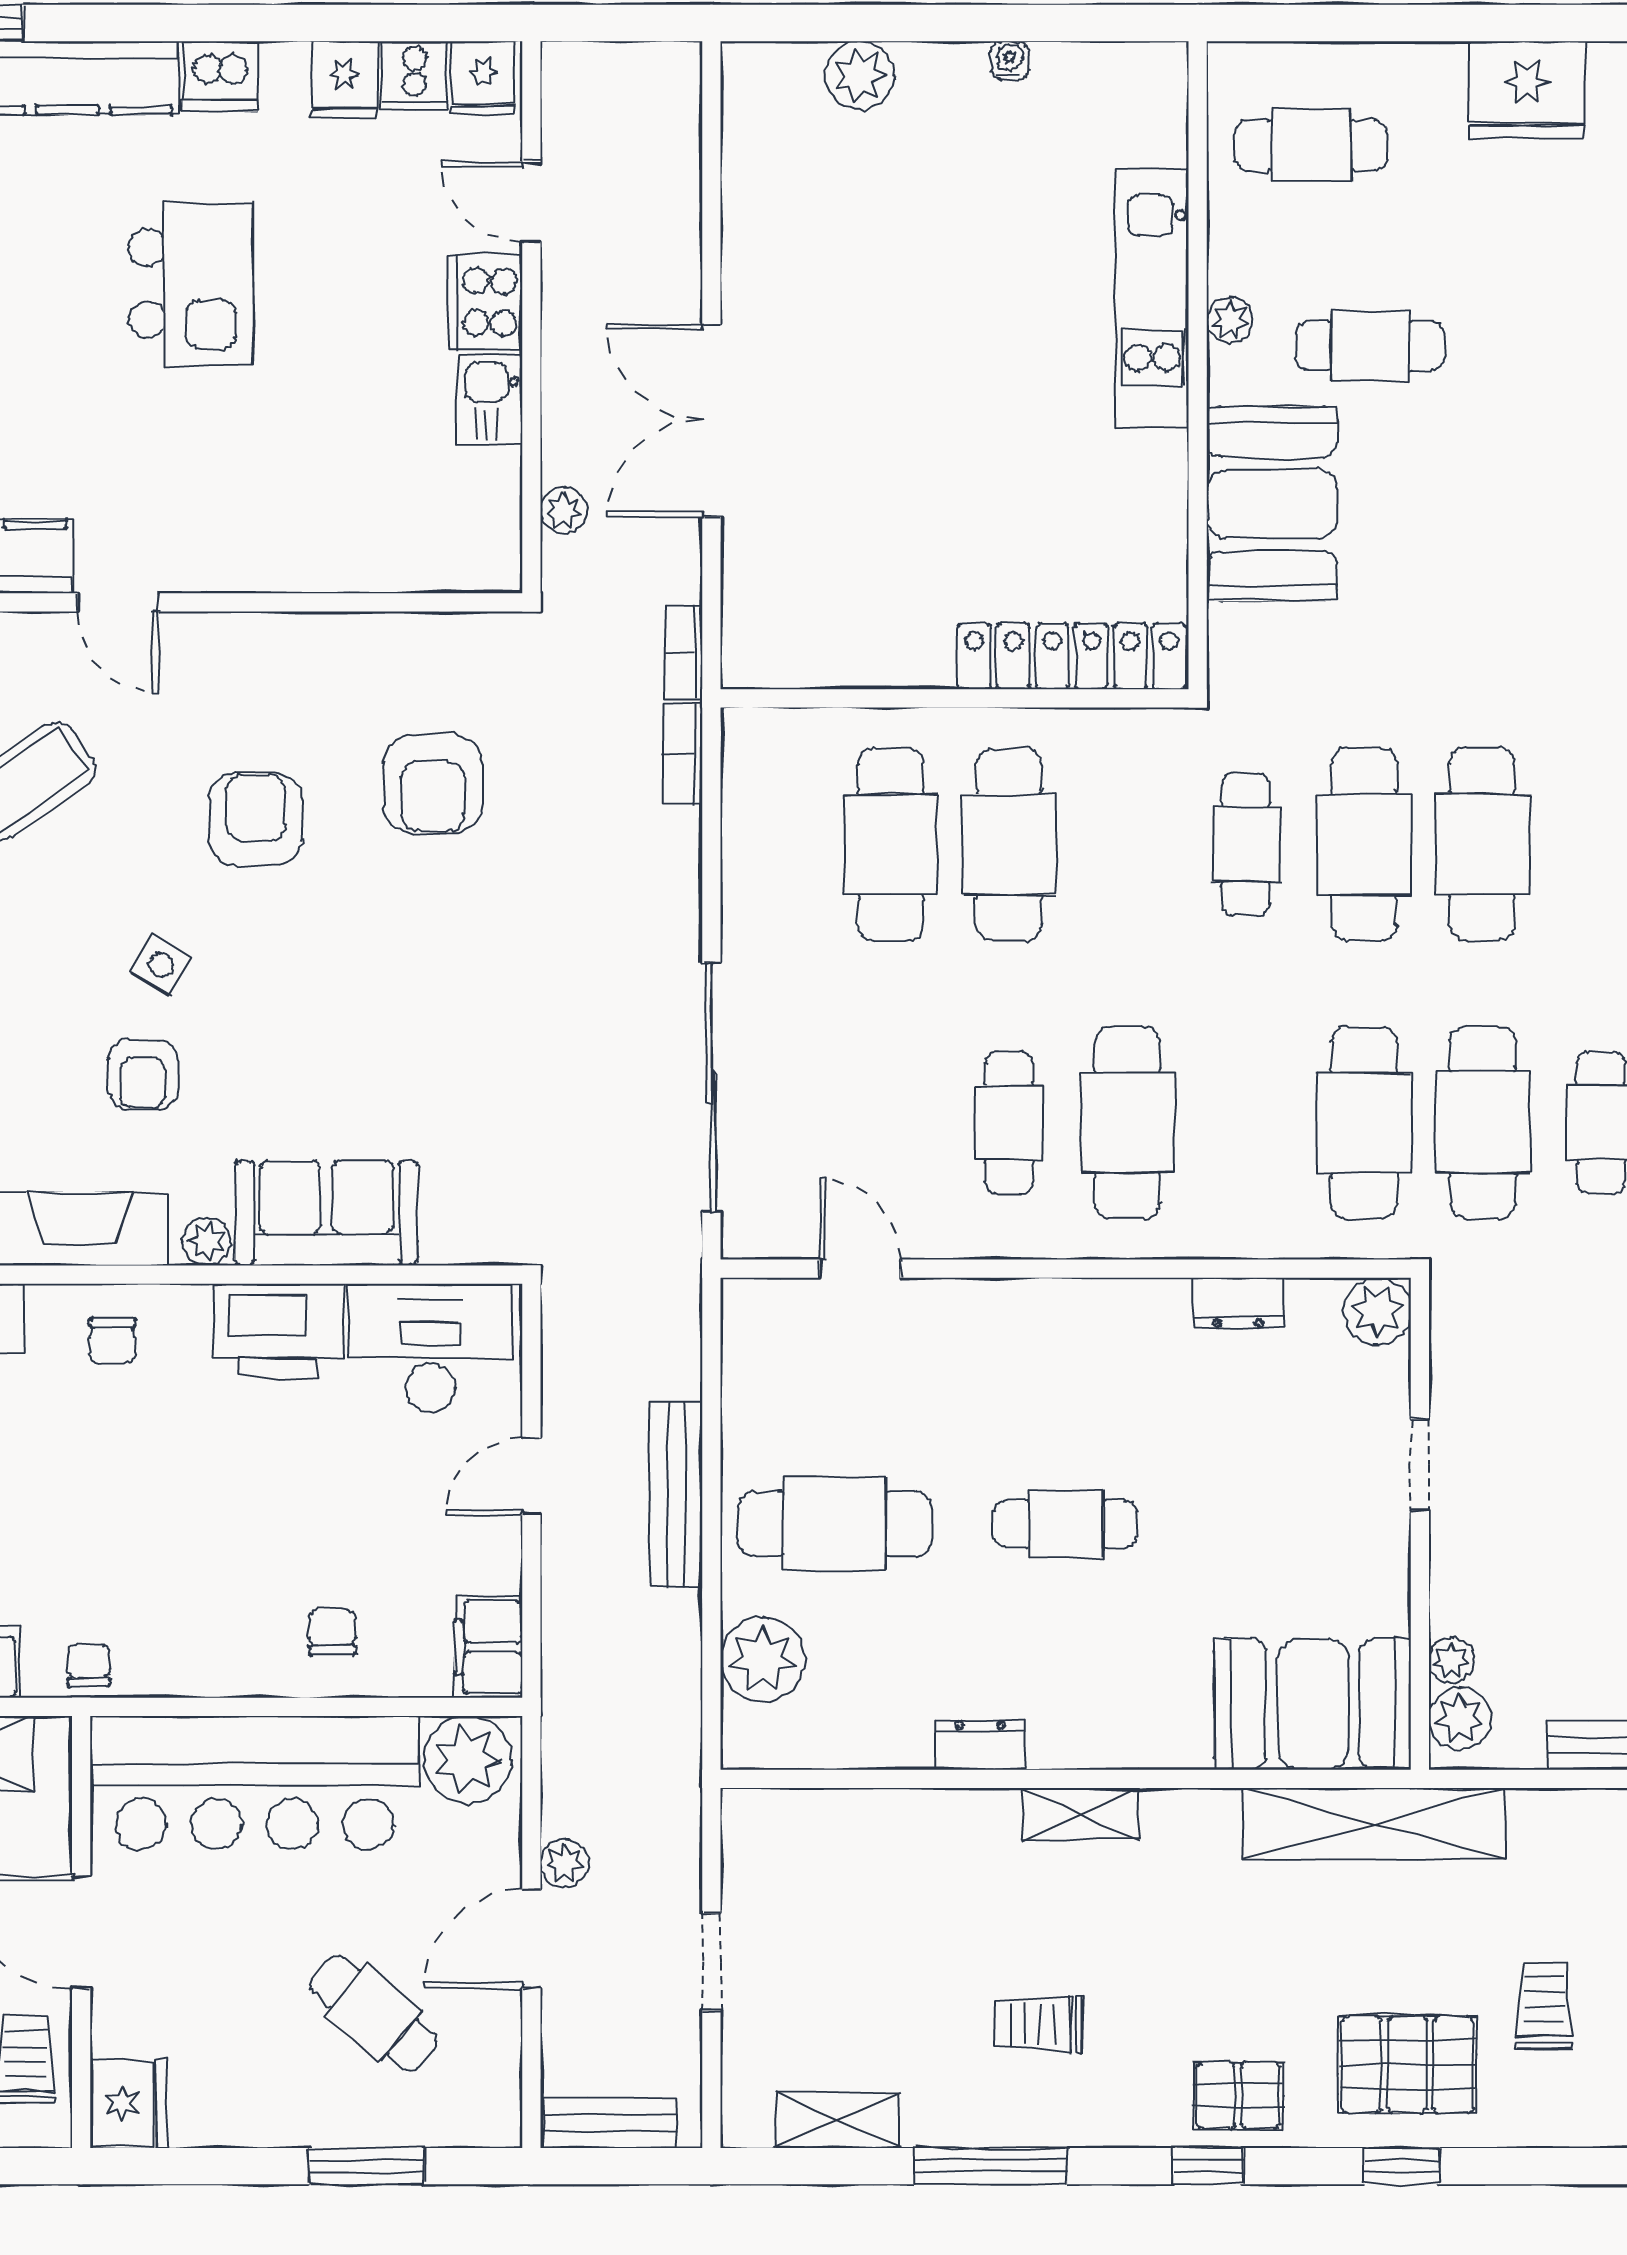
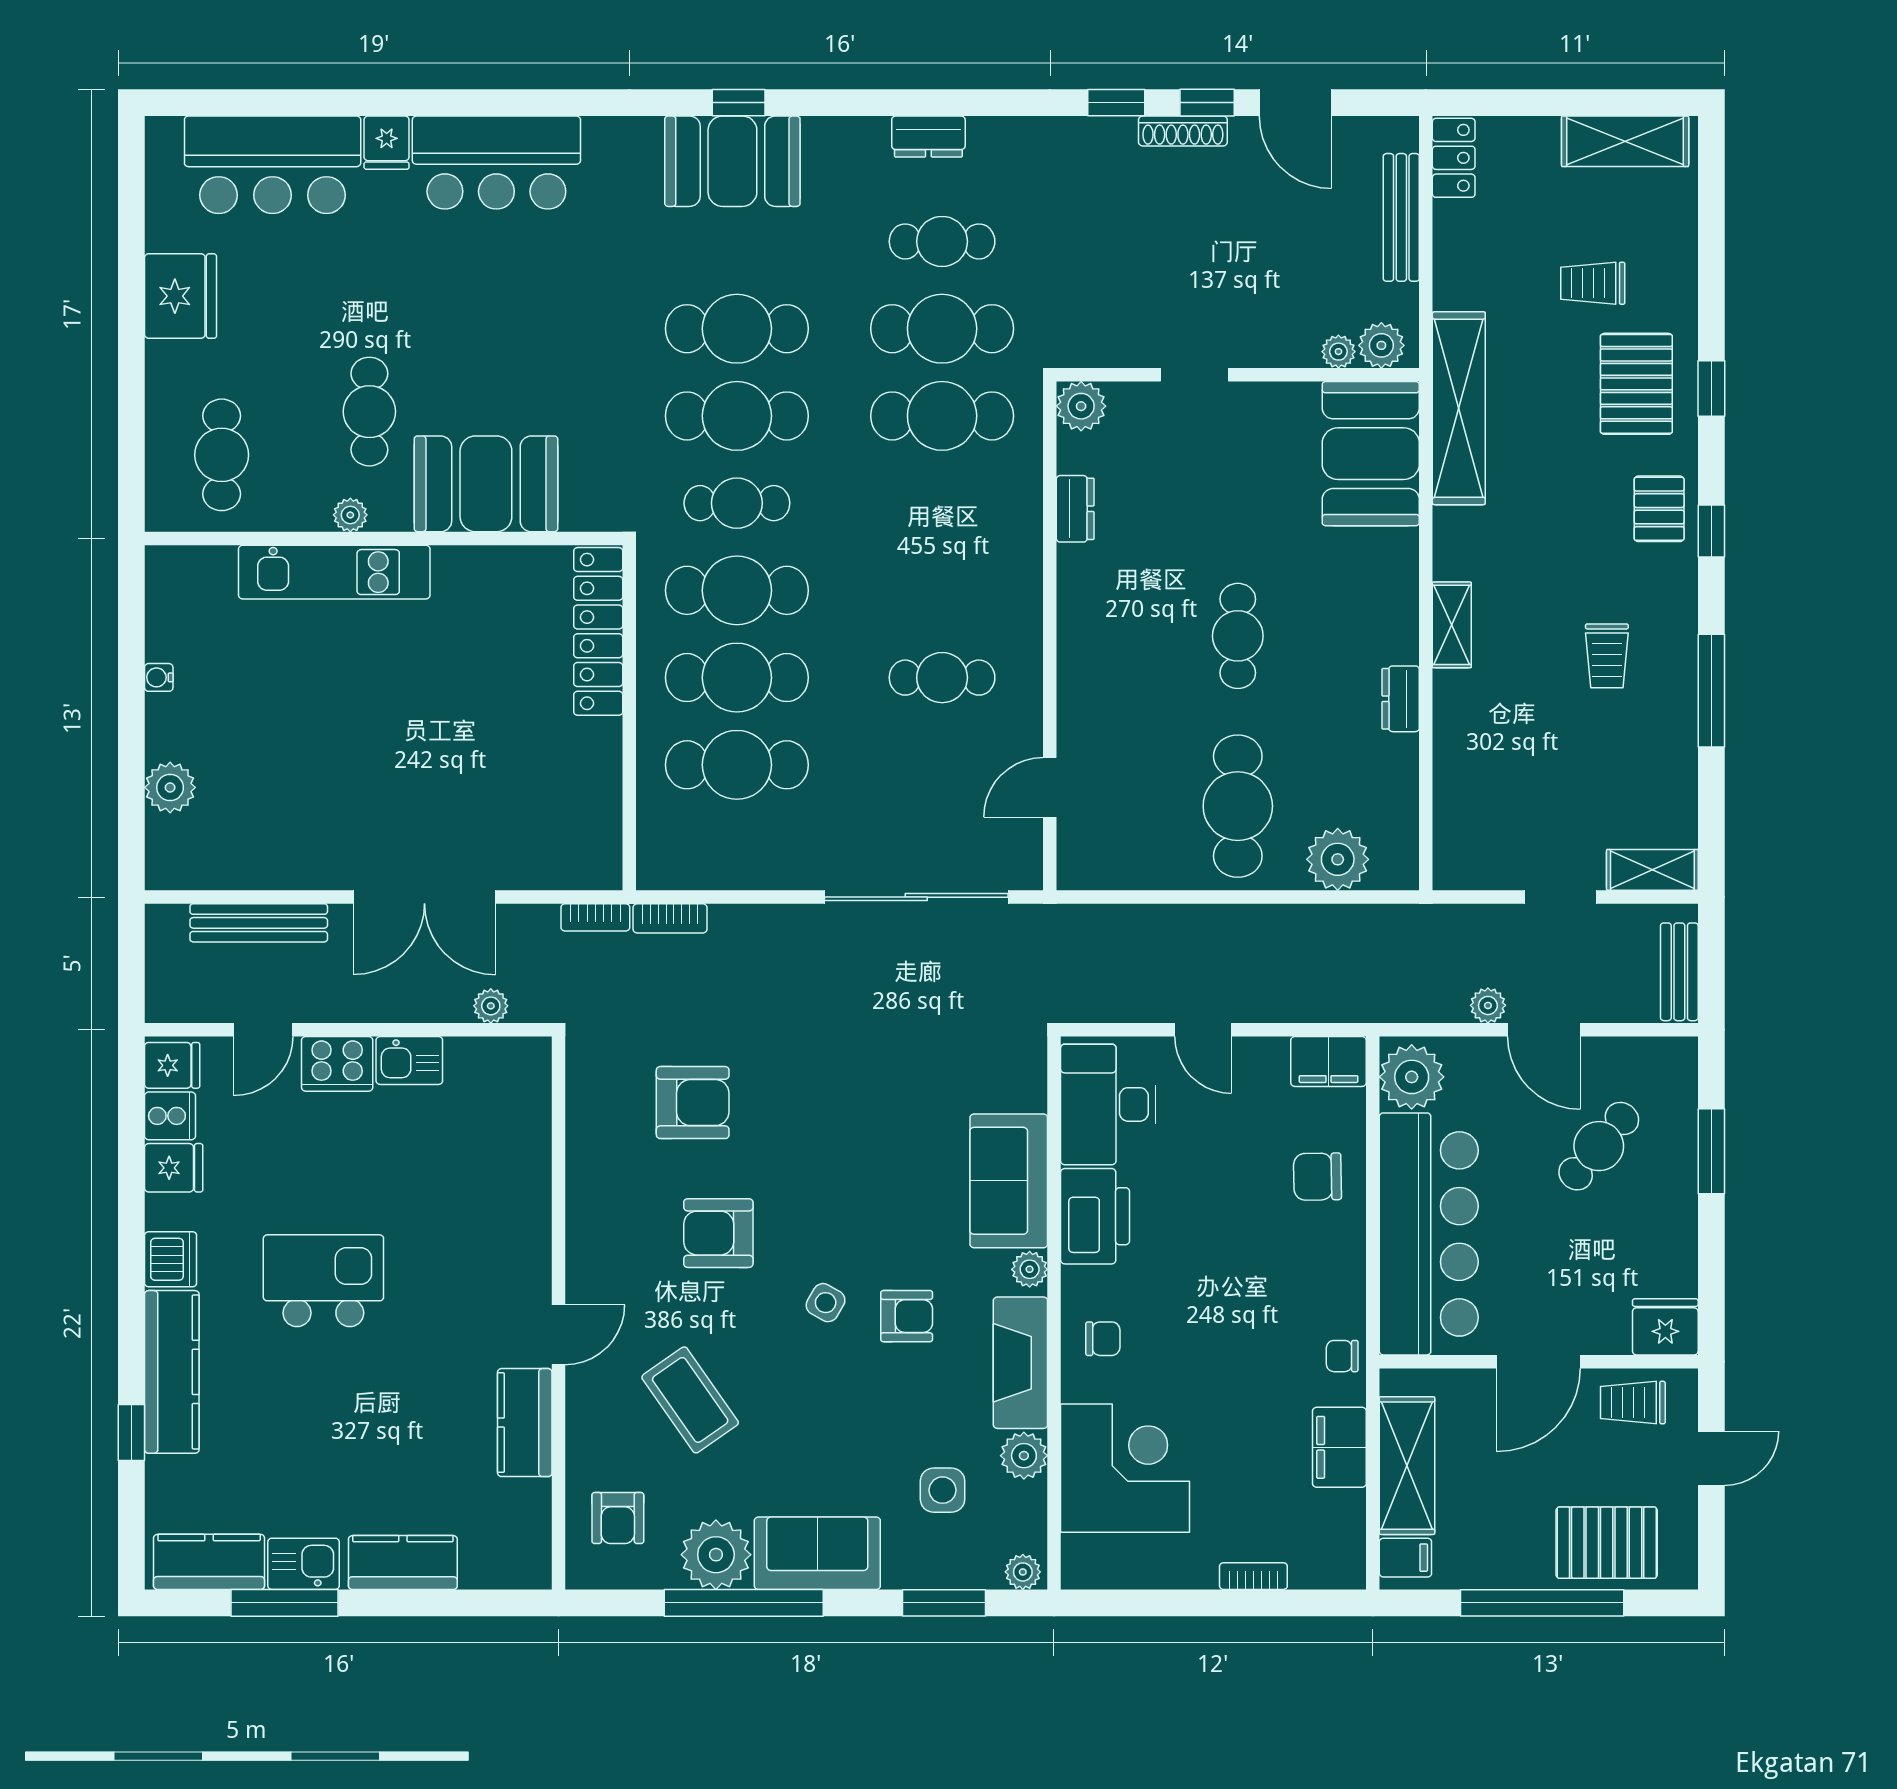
cafe table: (1127, 1123) -> (737, 590), moved
bench: (676, 1494) -> (259, 923), moved
chair: (332, 1632) -> (1317, 1177), width x1.37, depth x1.37
shelving: (837, 2120) -> (1652, 870), moved, turned 90

